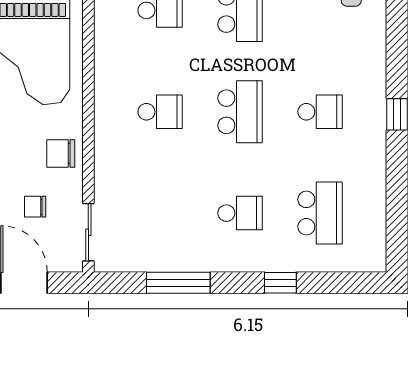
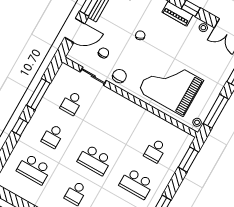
school desk: (160, 112) -> (72, 103), moved
sliding door: (88, 232) -> (93, 76), moved
window: (280, 283) -> (20, 127), moved

